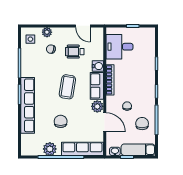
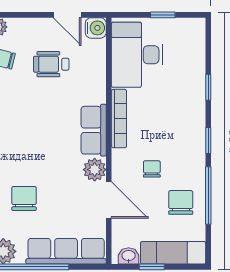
desk: (119, 47) -> (137, 55), width x1.37
water cooler: (98, 66) -> (96, 28), moved
coffee table: (67, 87) -> (37, 132), removed

